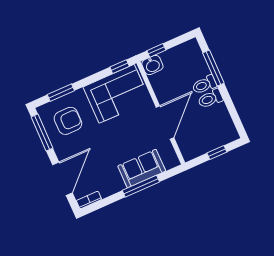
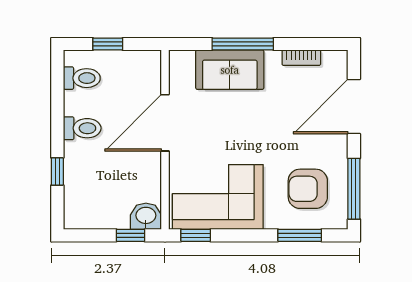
window: (213, 68) -> (57, 172), width x0.46
toilet: (204, 85) -> (82, 78), moved
bookcase: (89, 200) -> (301, 58), moved

